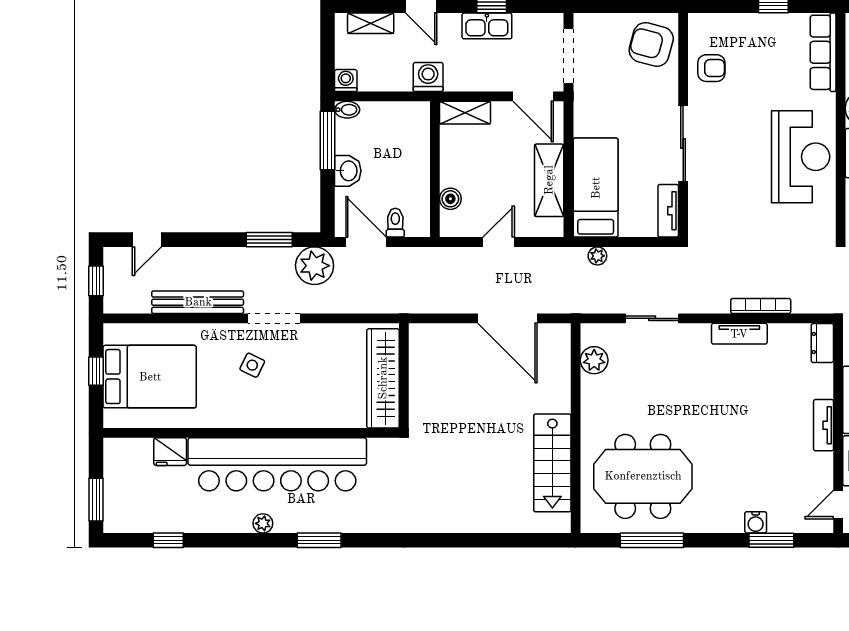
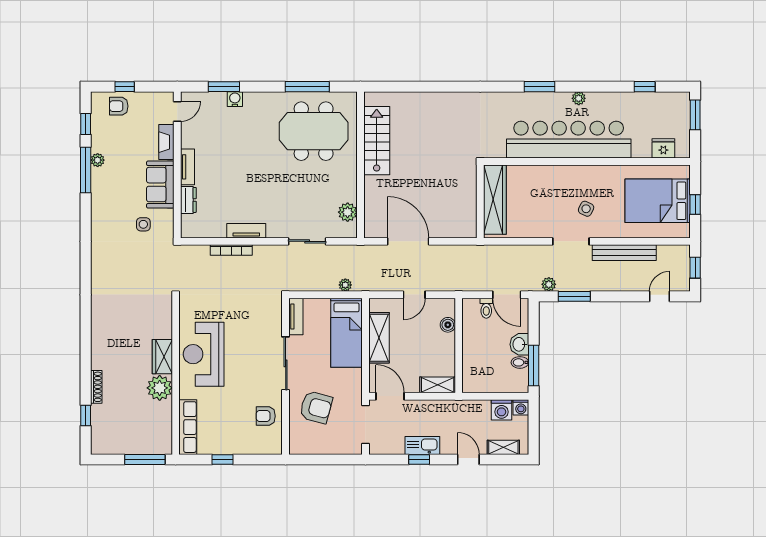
armchair: (651, 44) -> (316, 407), moved
washing machine: (428, 77) -> (501, 410), moved
bidet: (347, 110) -> (520, 362), moved
plant: (315, 266) -> (549, 284), width x0.53, depth x0.53
dresser: (822, 343) -> (188, 200), moved
fridge: (170, 452) -> (663, 148), moved

